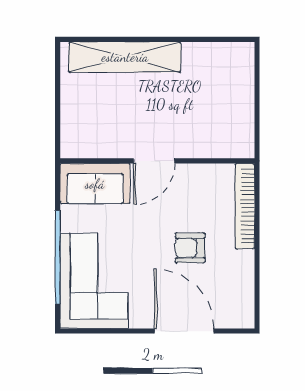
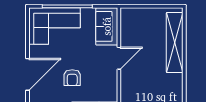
door: (154, 161) -> (119, 58), swing flipped
armchair: (190, 248) -> (72, 78), turned 180

